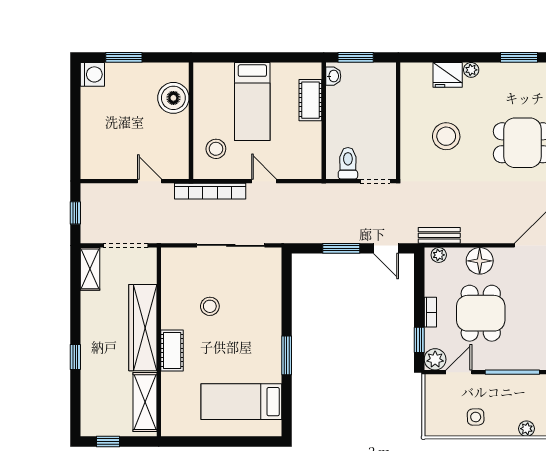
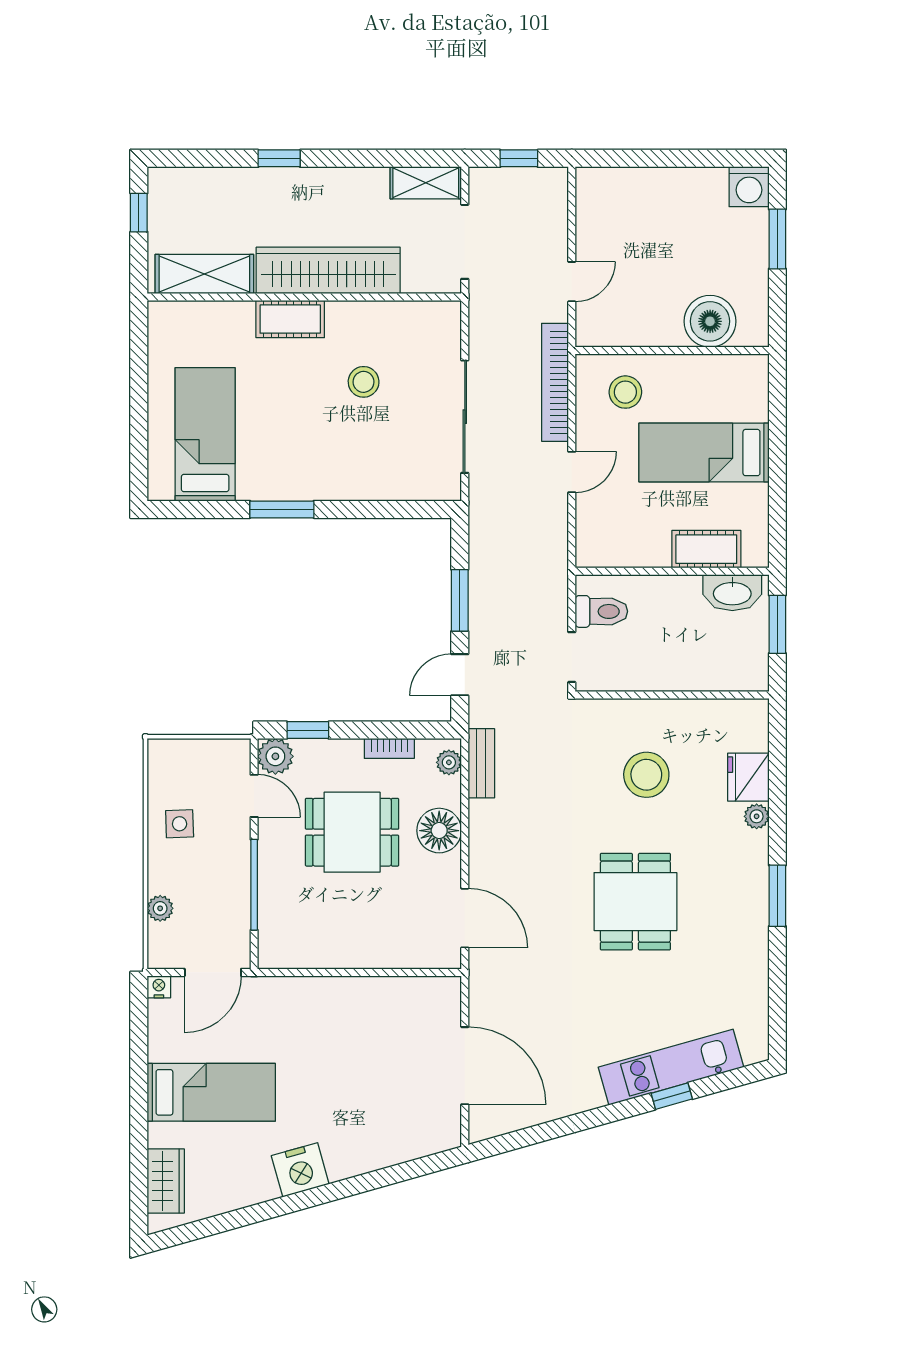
washbasin: (333, 76) -> (732, 593), width x1.91, depth x1.45
bookcase: (430, 312) -> (389, 748), moved

